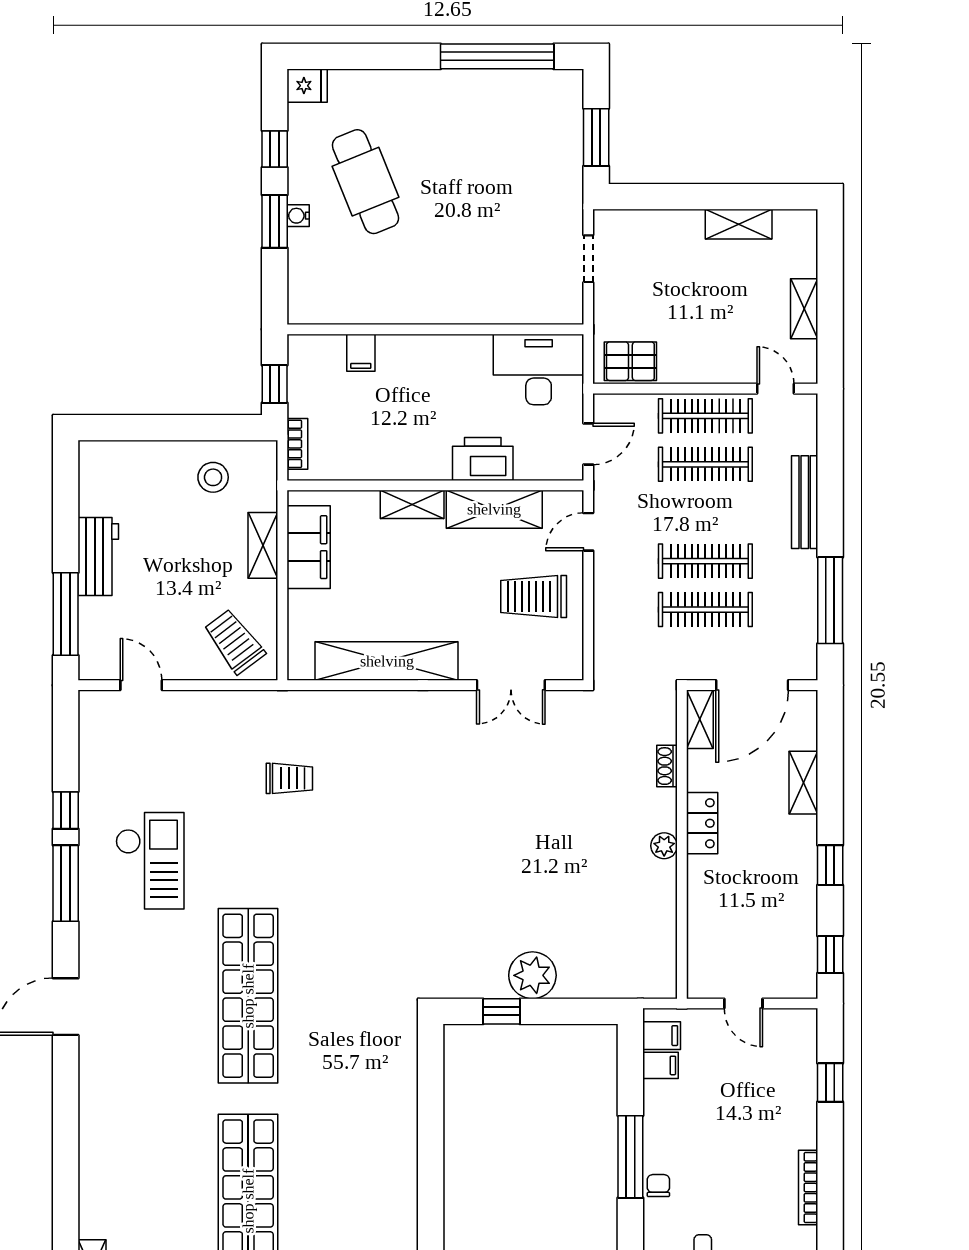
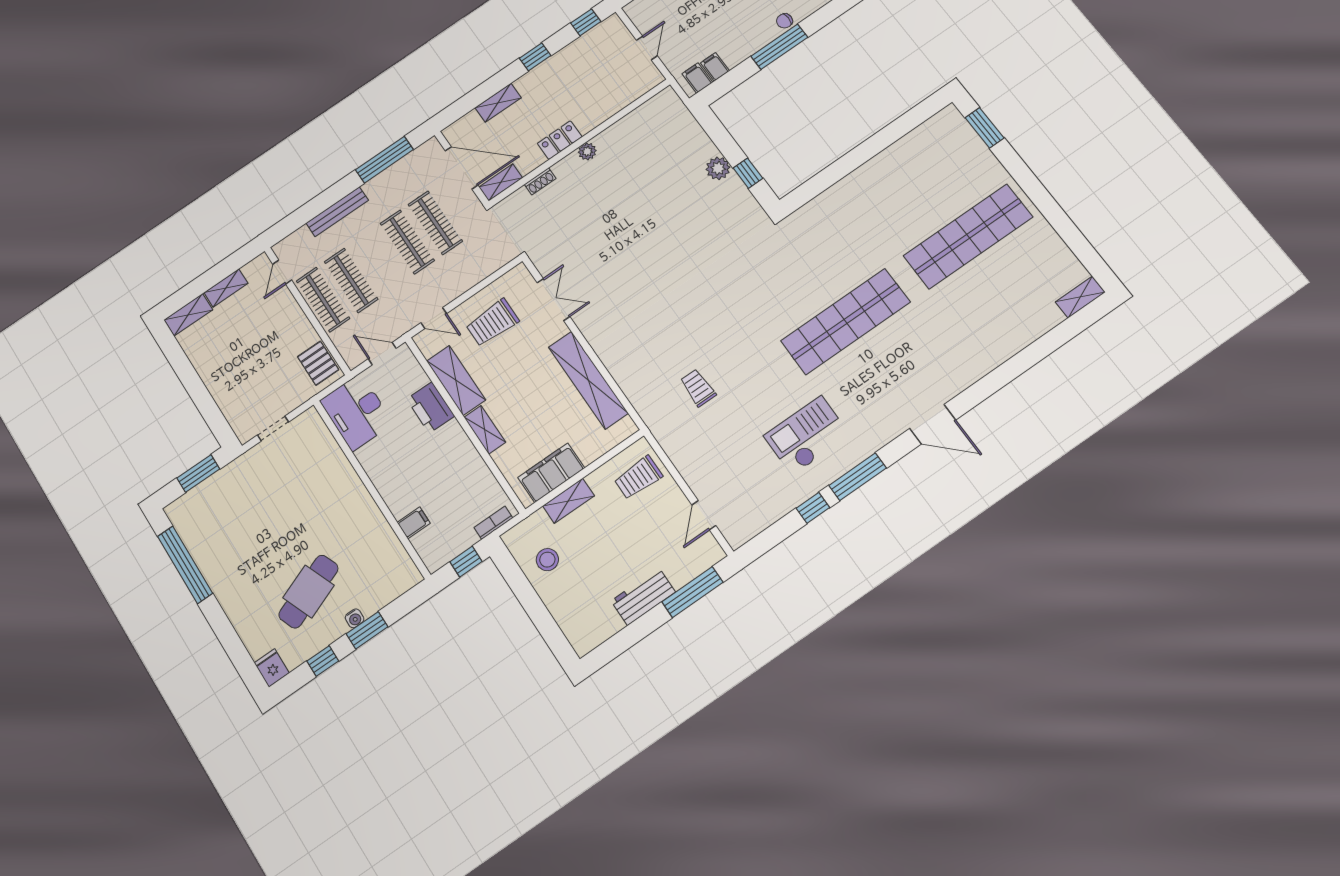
shelving: (739, 224) -> (188, 315), moved, turned 90
trolley: (534, 597) -> (492, 323), turned 90
trolley: (234, 641) -> (638, 477), turned 37
plant: (532, 975) -> (718, 168), width x0.73, depth x0.73

